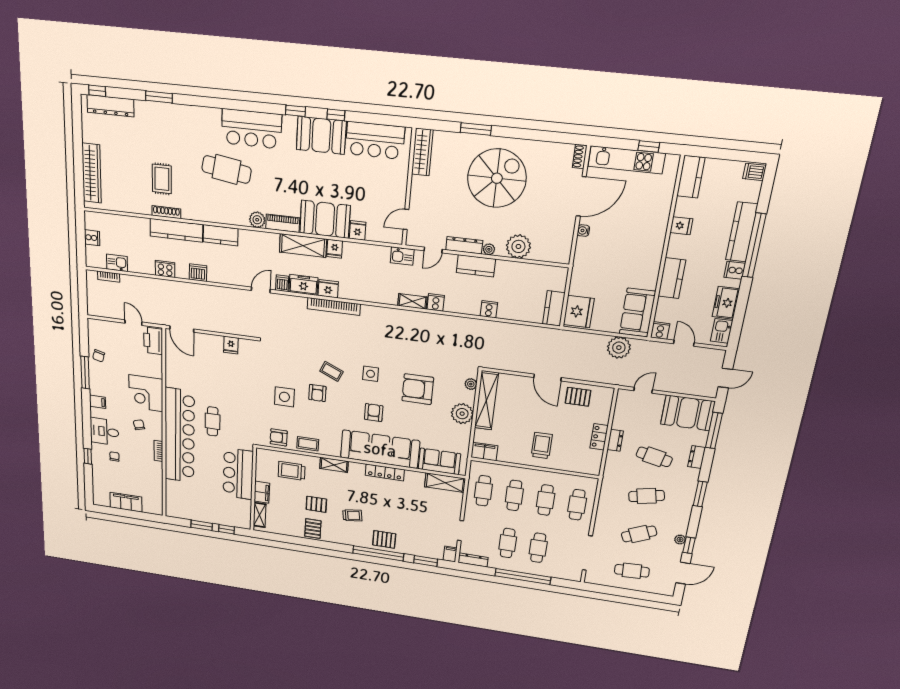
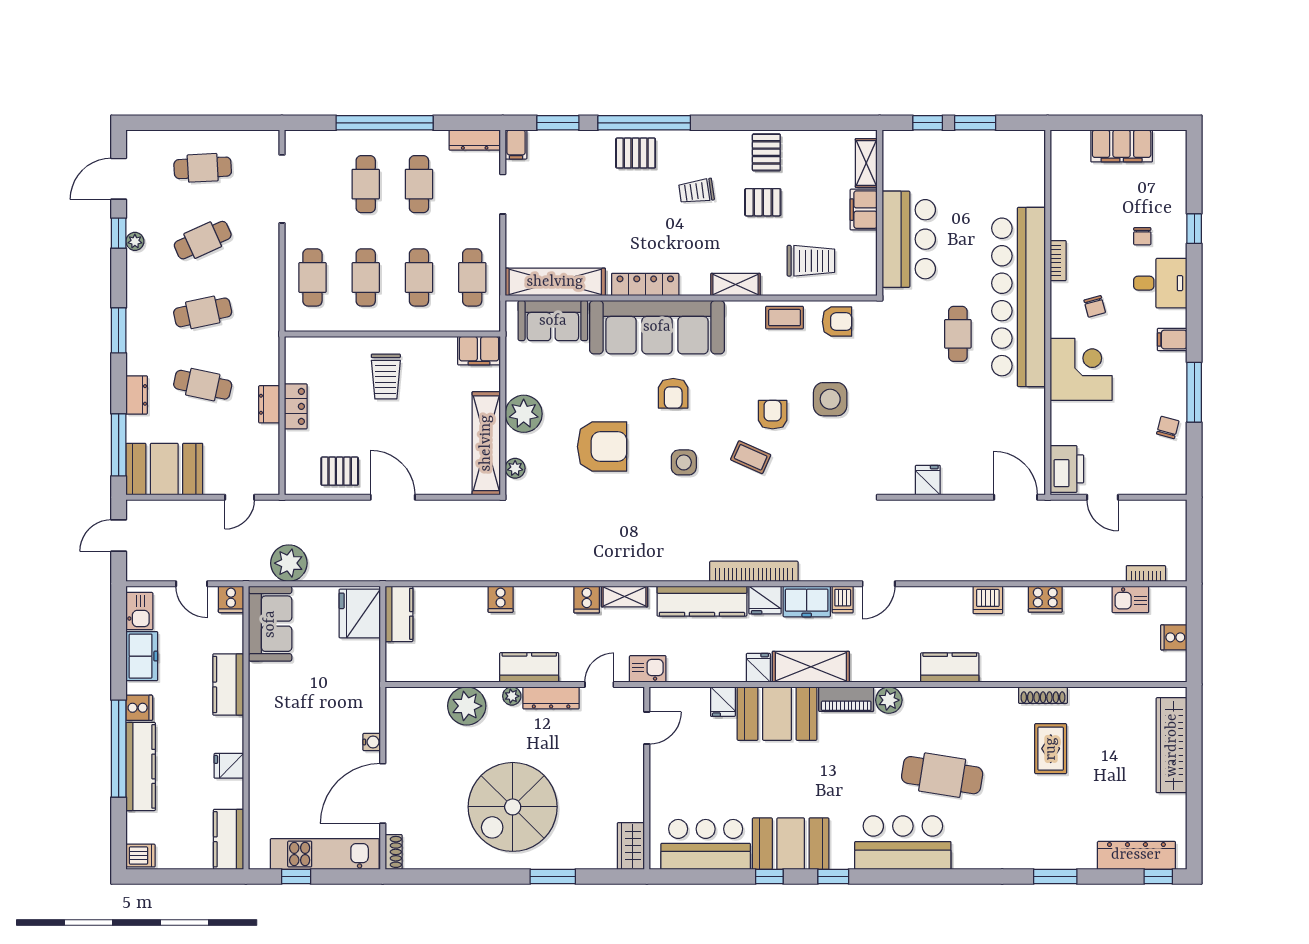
wardrobe: (422, 152) -> (631, 846), width x0.67
kitchen counter: (176, 230) -> (702, 601), moved, turned 180
shelving: (445, 483) -> (555, 282), width x1.47

